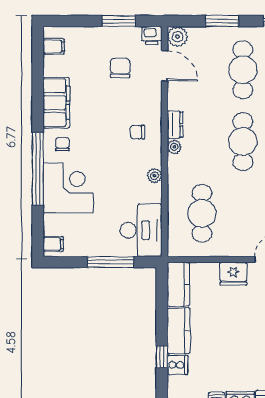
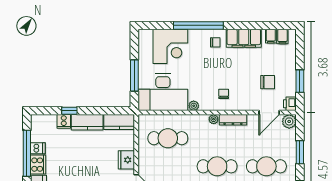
dresser: (175, 125) -> (233, 120), width x1.44
corner desk: (68, 188) -> (170, 46), moved
desk: (141, 230) -> (163, 92), width x1.36, depth x1.30
filing cabinet: (53, 244) -> (271, 36), moved

